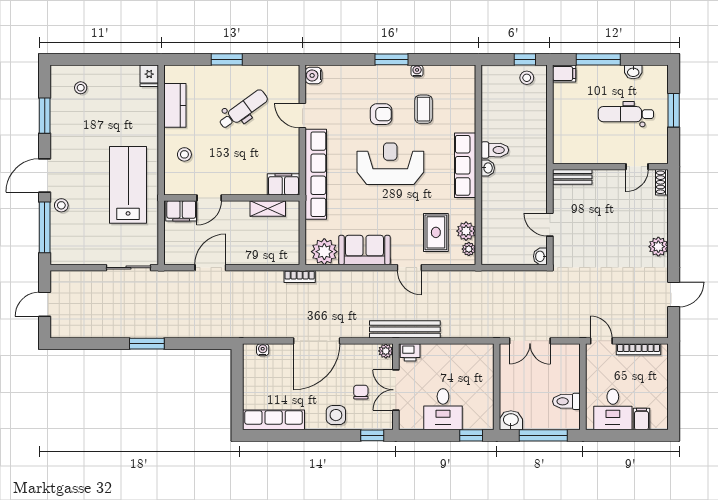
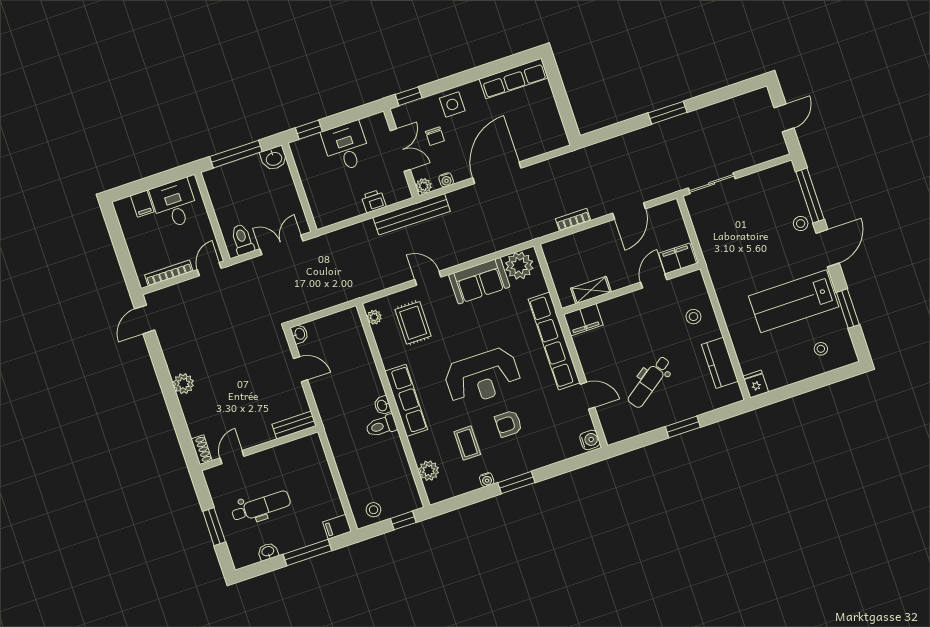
window: (525, 59) -> (403, 520), moved
lab bench: (128, 185) -> (794, 301), moved, turned 90
plant: (466, 231) -> (429, 471), moved
bookcase: (300, 277) -> (573, 220), moved
door: (674, 294) -> (145, 319), moved
door: (601, 341) -> (209, 269), swing flipped
water cooler: (263, 350) -> (446, 180), moved
printer: (410, 352) -> (374, 201), moved
toilet: (566, 401) -> (242, 239), moved, turned -90

